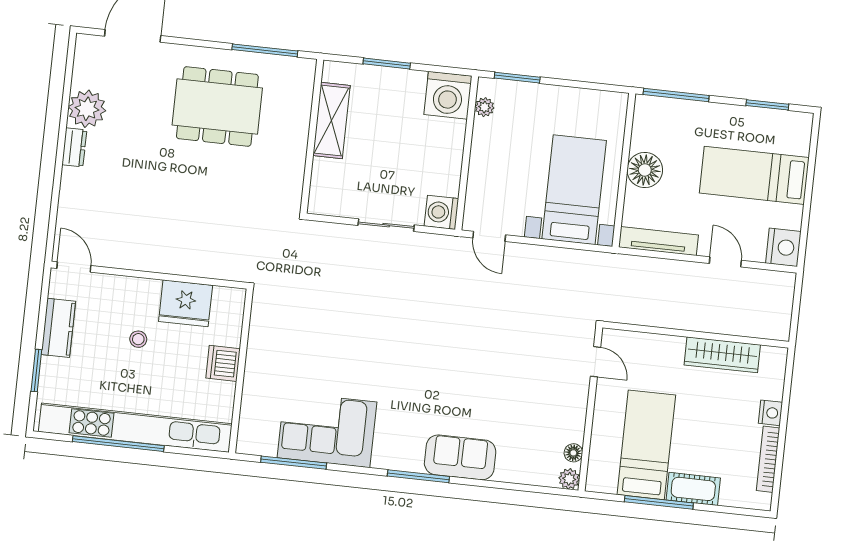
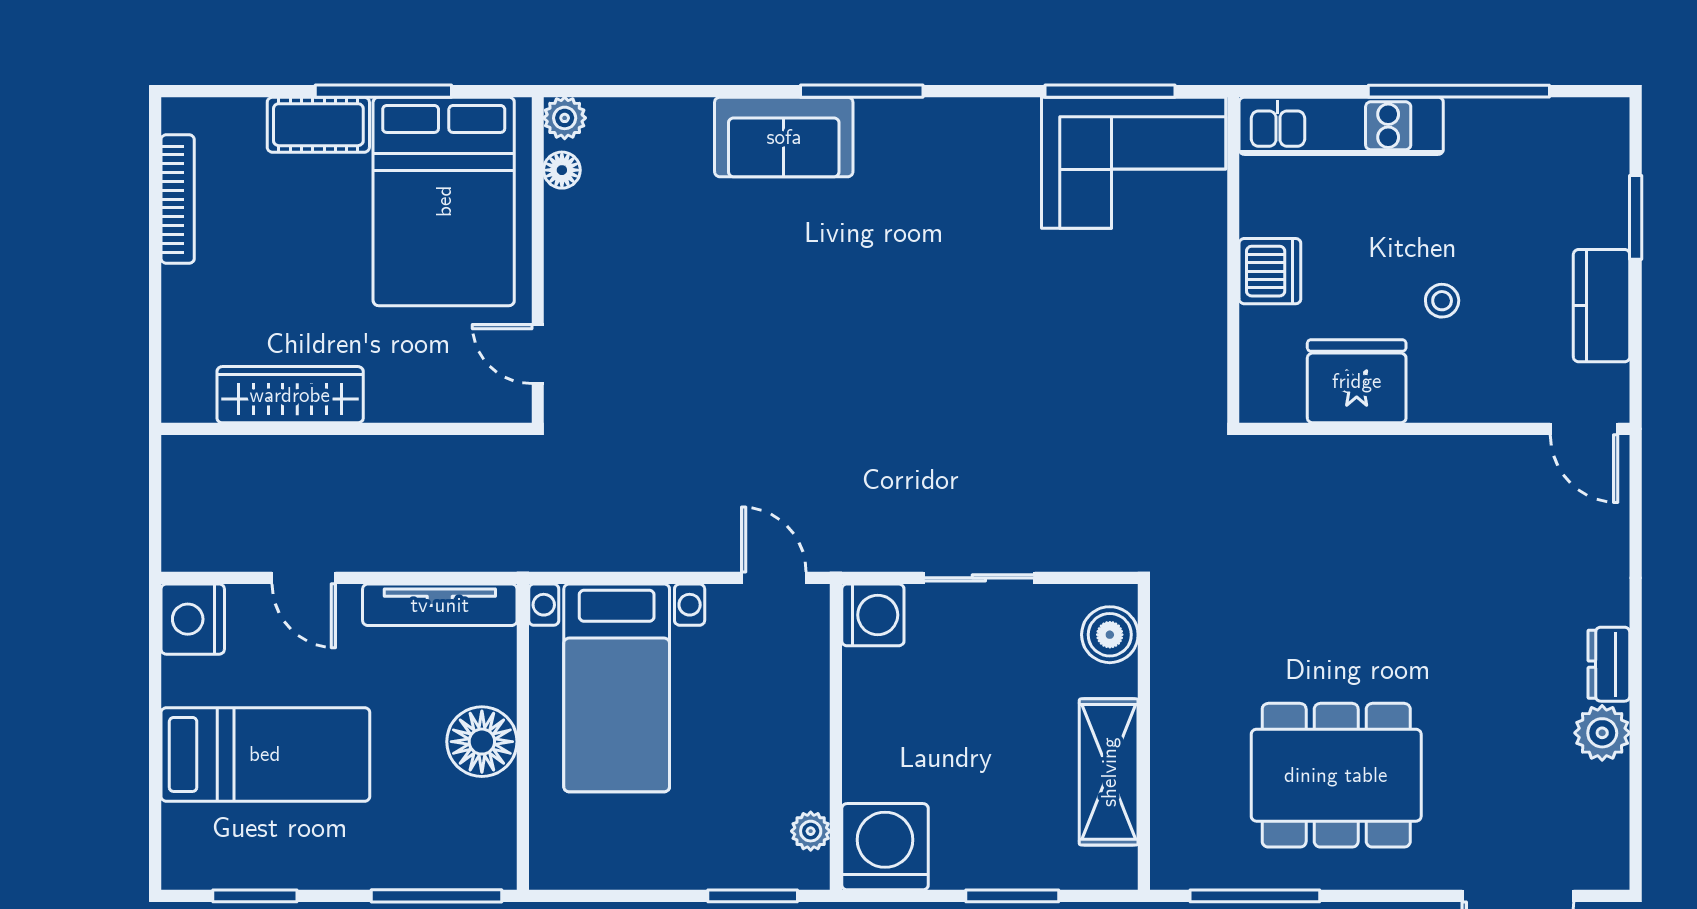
plant: (87, 109) -> (1602, 733), width x0.73, depth x0.73
boiler: (323, 189) -> (1110, 635), added
nightstand: (770, 413) -> (183, 291), removed
kitchen unit: (135, 428) -> (1341, 126), width x0.54
corner sofa: (327, 430) -> (1134, 163), moved
bed: (646, 445) -> (444, 201), width x1.50

